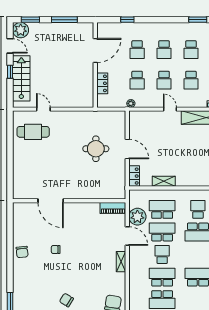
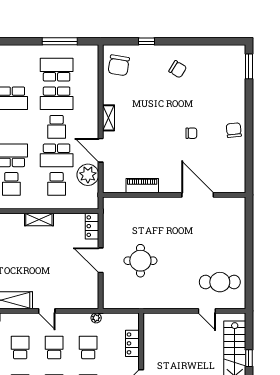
shelving: (164, 181) -> (39, 220), moved
piano: (113, 208) -> (142, 186), moved
school desk: (162, 209) -> (57, 184), width x0.54

